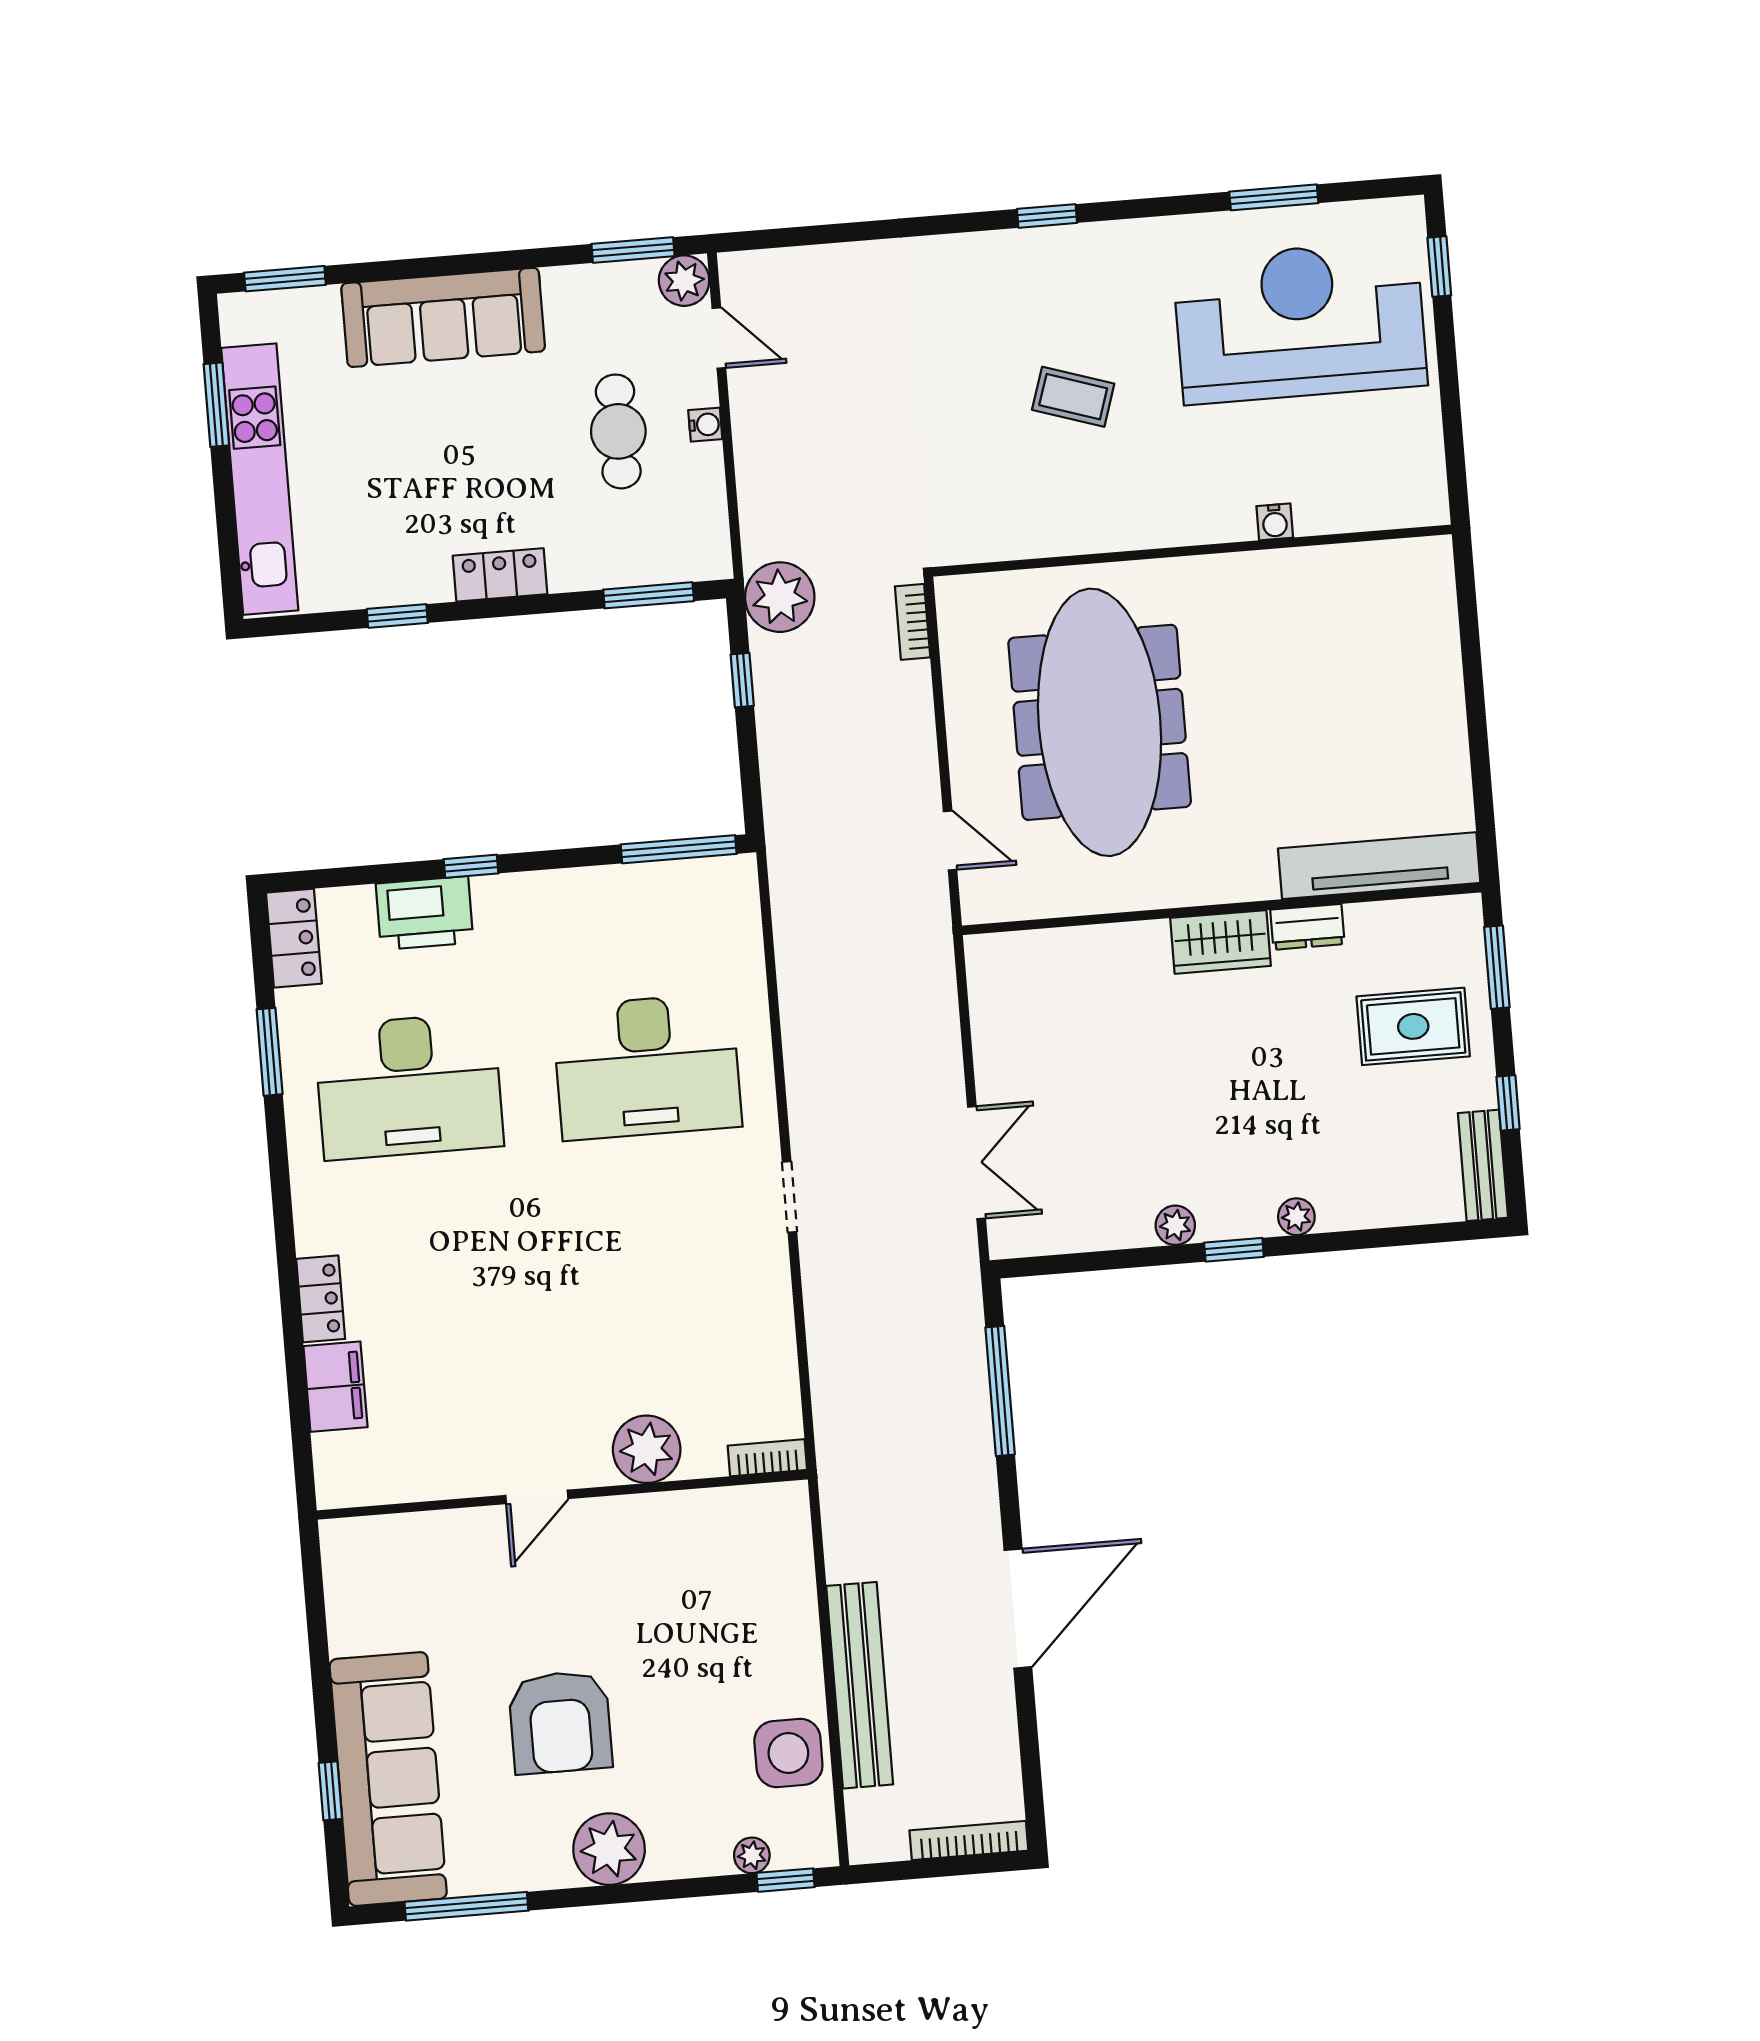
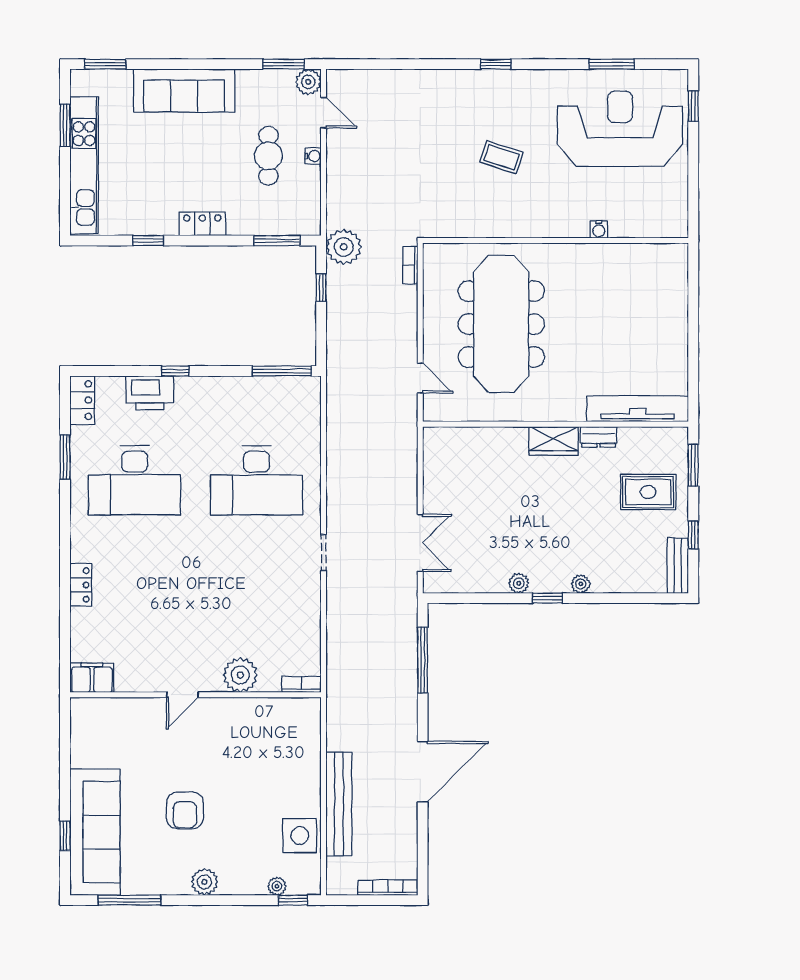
filing cabinet: (335, 1387) -> (92, 678), moved, turned -90
armchair: (560, 1722) -> (185, 810), width x0.73, depth x0.73
plant: (609, 1849) -> (204, 882), width x0.73, depth x0.73

